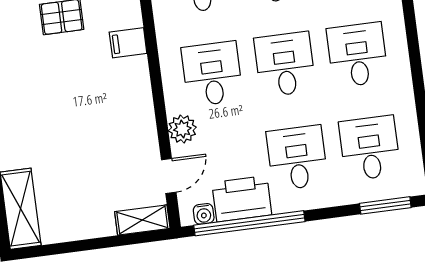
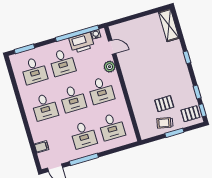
filing cabinet: (128, 43) -> (136, 98), removed
door: (169, 176) -> (112, 47), swing flipped
shelving: (142, 220) -> (120, 28), removed

